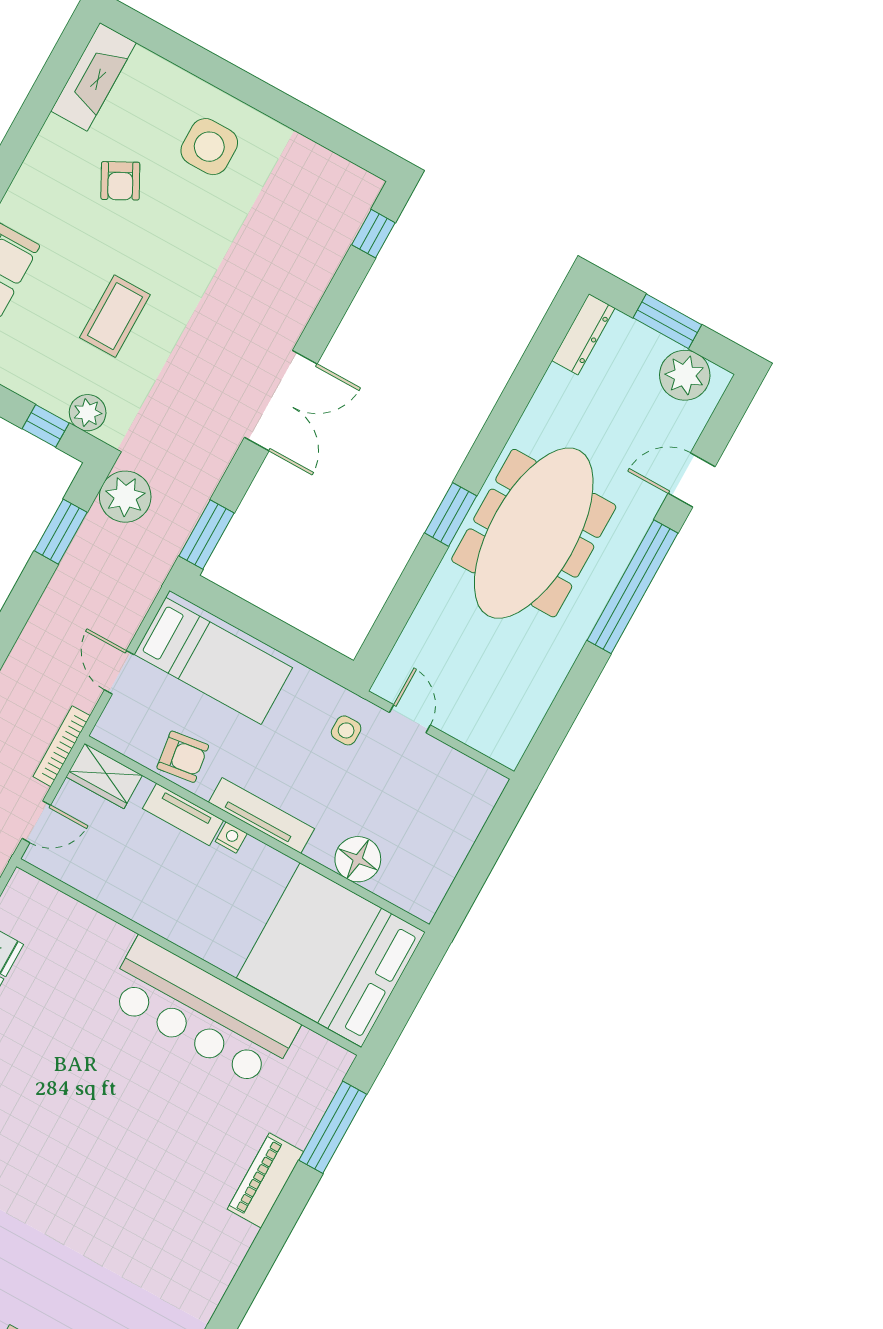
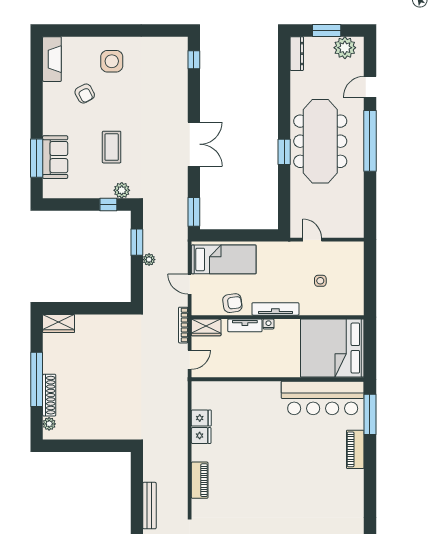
plant: (125, 497) -> (149, 260), moved, width x0.53, depth x0.53
side table: (346, 730) -> (320, 281), moved
floor lamp: (358, 859) -> (322, 305), removed
bar counter: (202, 1012) -> (323, 398), moved

